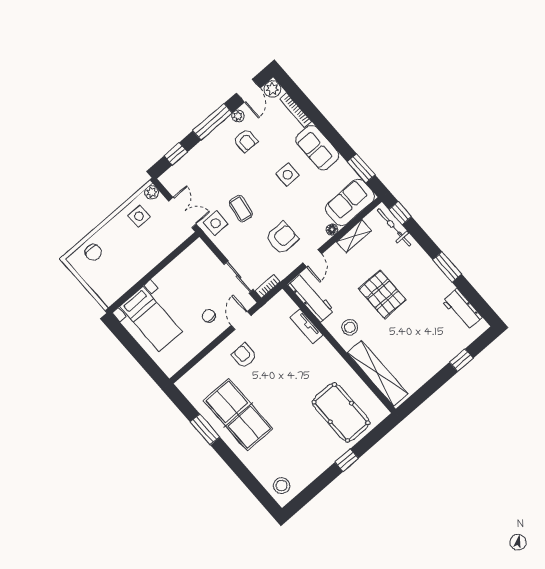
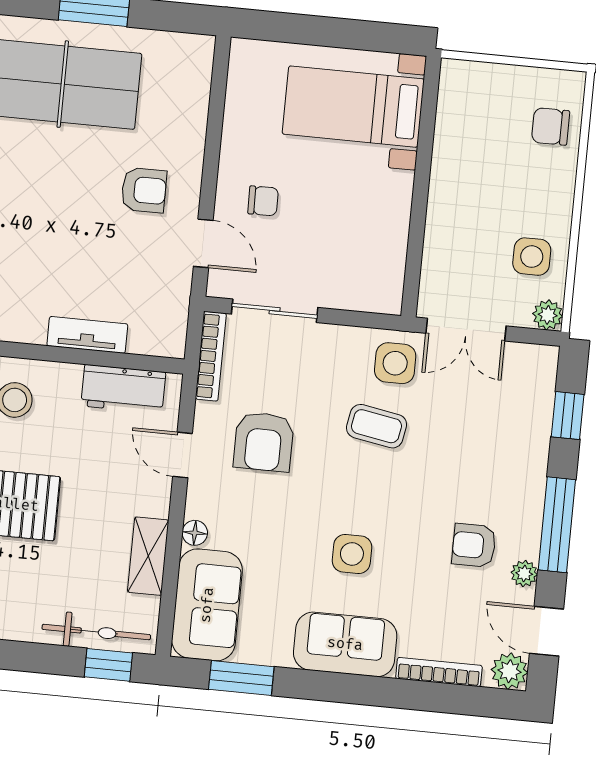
bookcase: (268, 286) -> (211, 356), width x1.56
workbench: (311, 298) -> (123, 389), width x0.73

